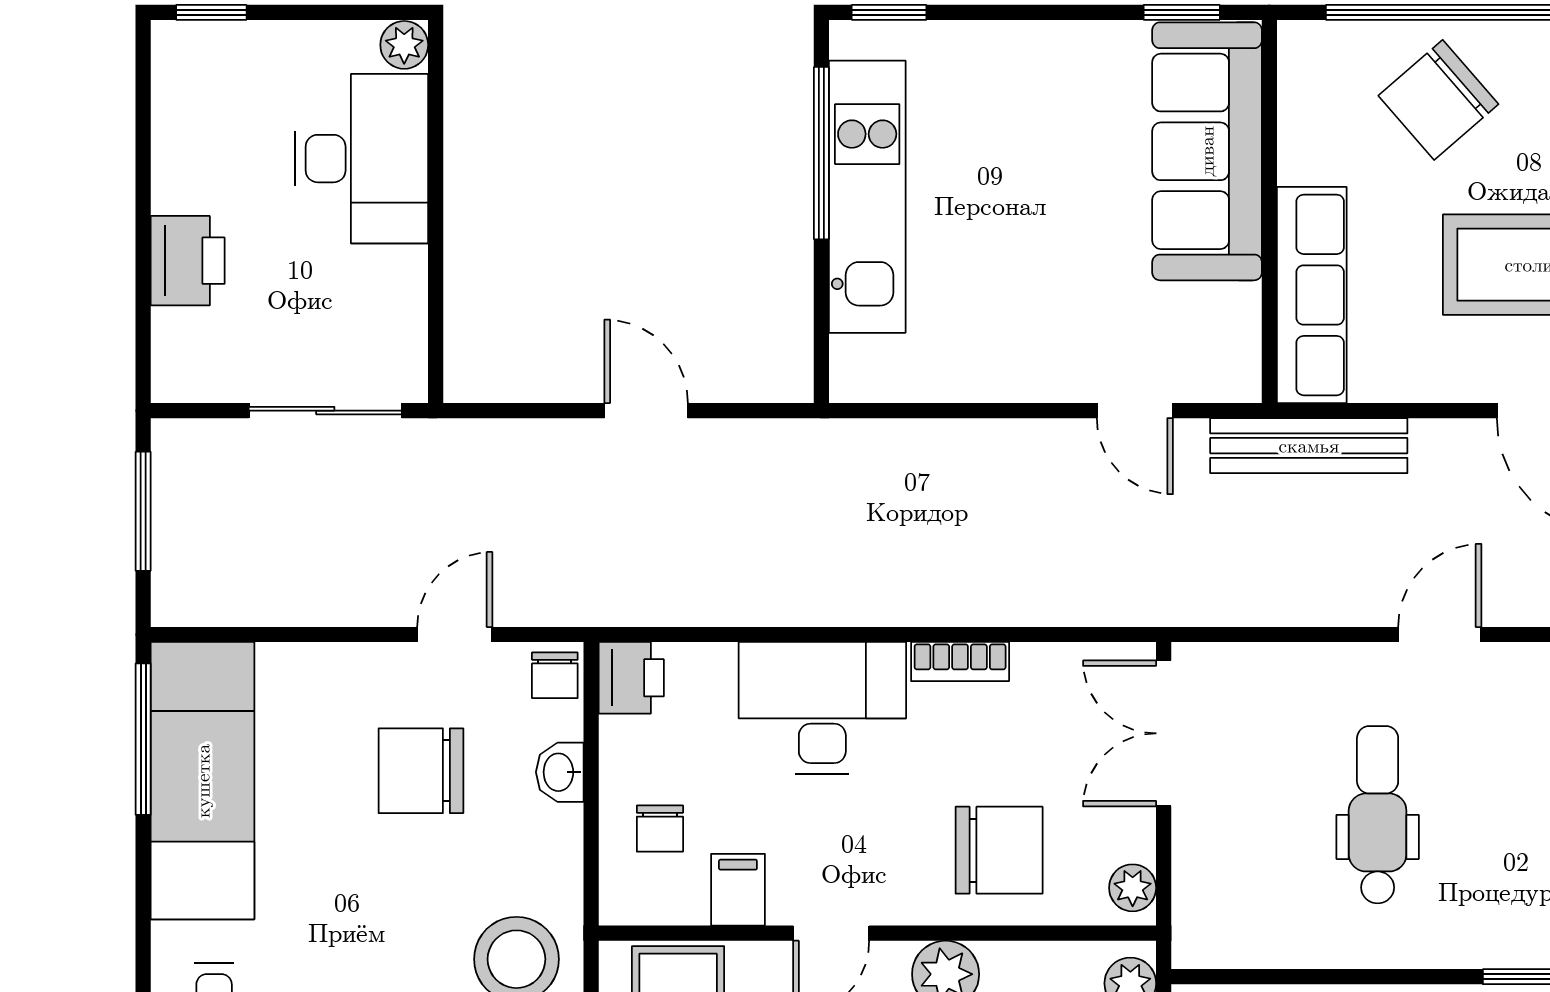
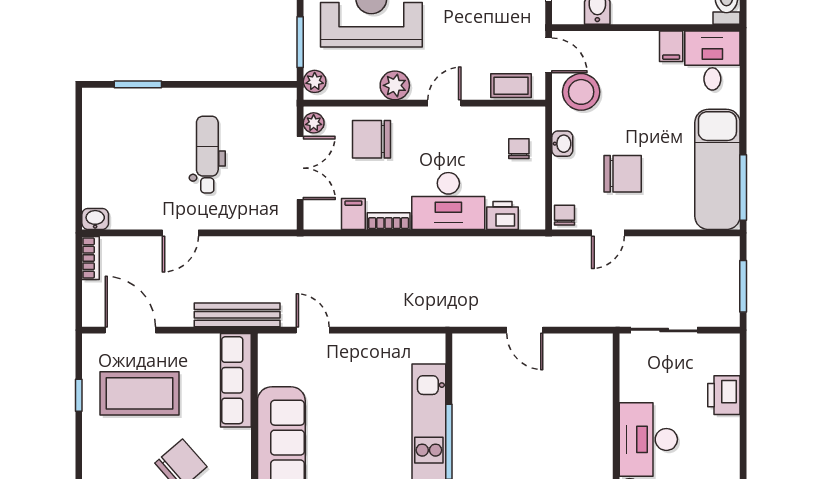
printer: (631, 678) -> (502, 215), moved, turned 90
double door: (1164, 733) -> (300, 168), moved
washbasin: (560, 772) -> (562, 144), moved
dental chair: (1378, 815) -> (207, 155), turned 180
filing cabinet: (738, 890) -> (353, 214), moved, turned 180

